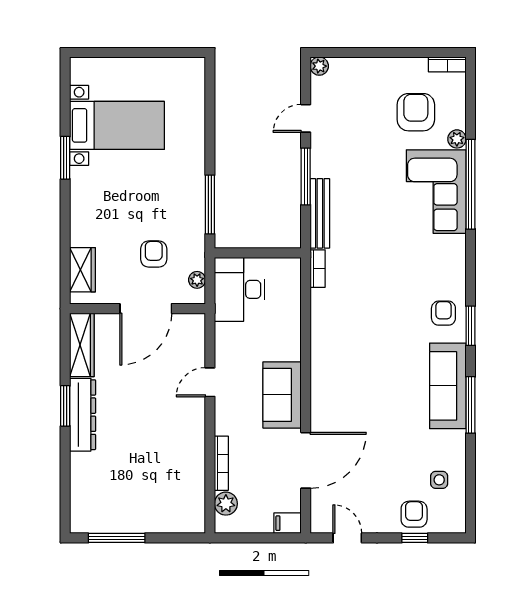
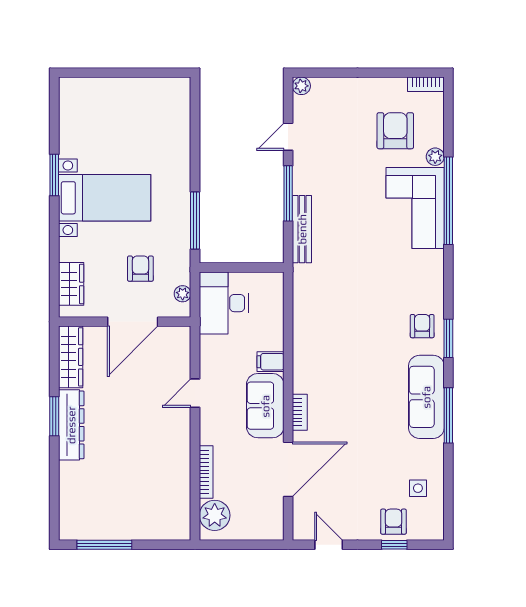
bed with nightstands: (117, 125) -> (105, 198), moved
bookcase: (318, 269) -> (300, 412), moved
plant: (226, 504) -> (215, 515), width x1.36, depth x1.36
filing cabinet: (288, 523) -> (271, 362), moved

